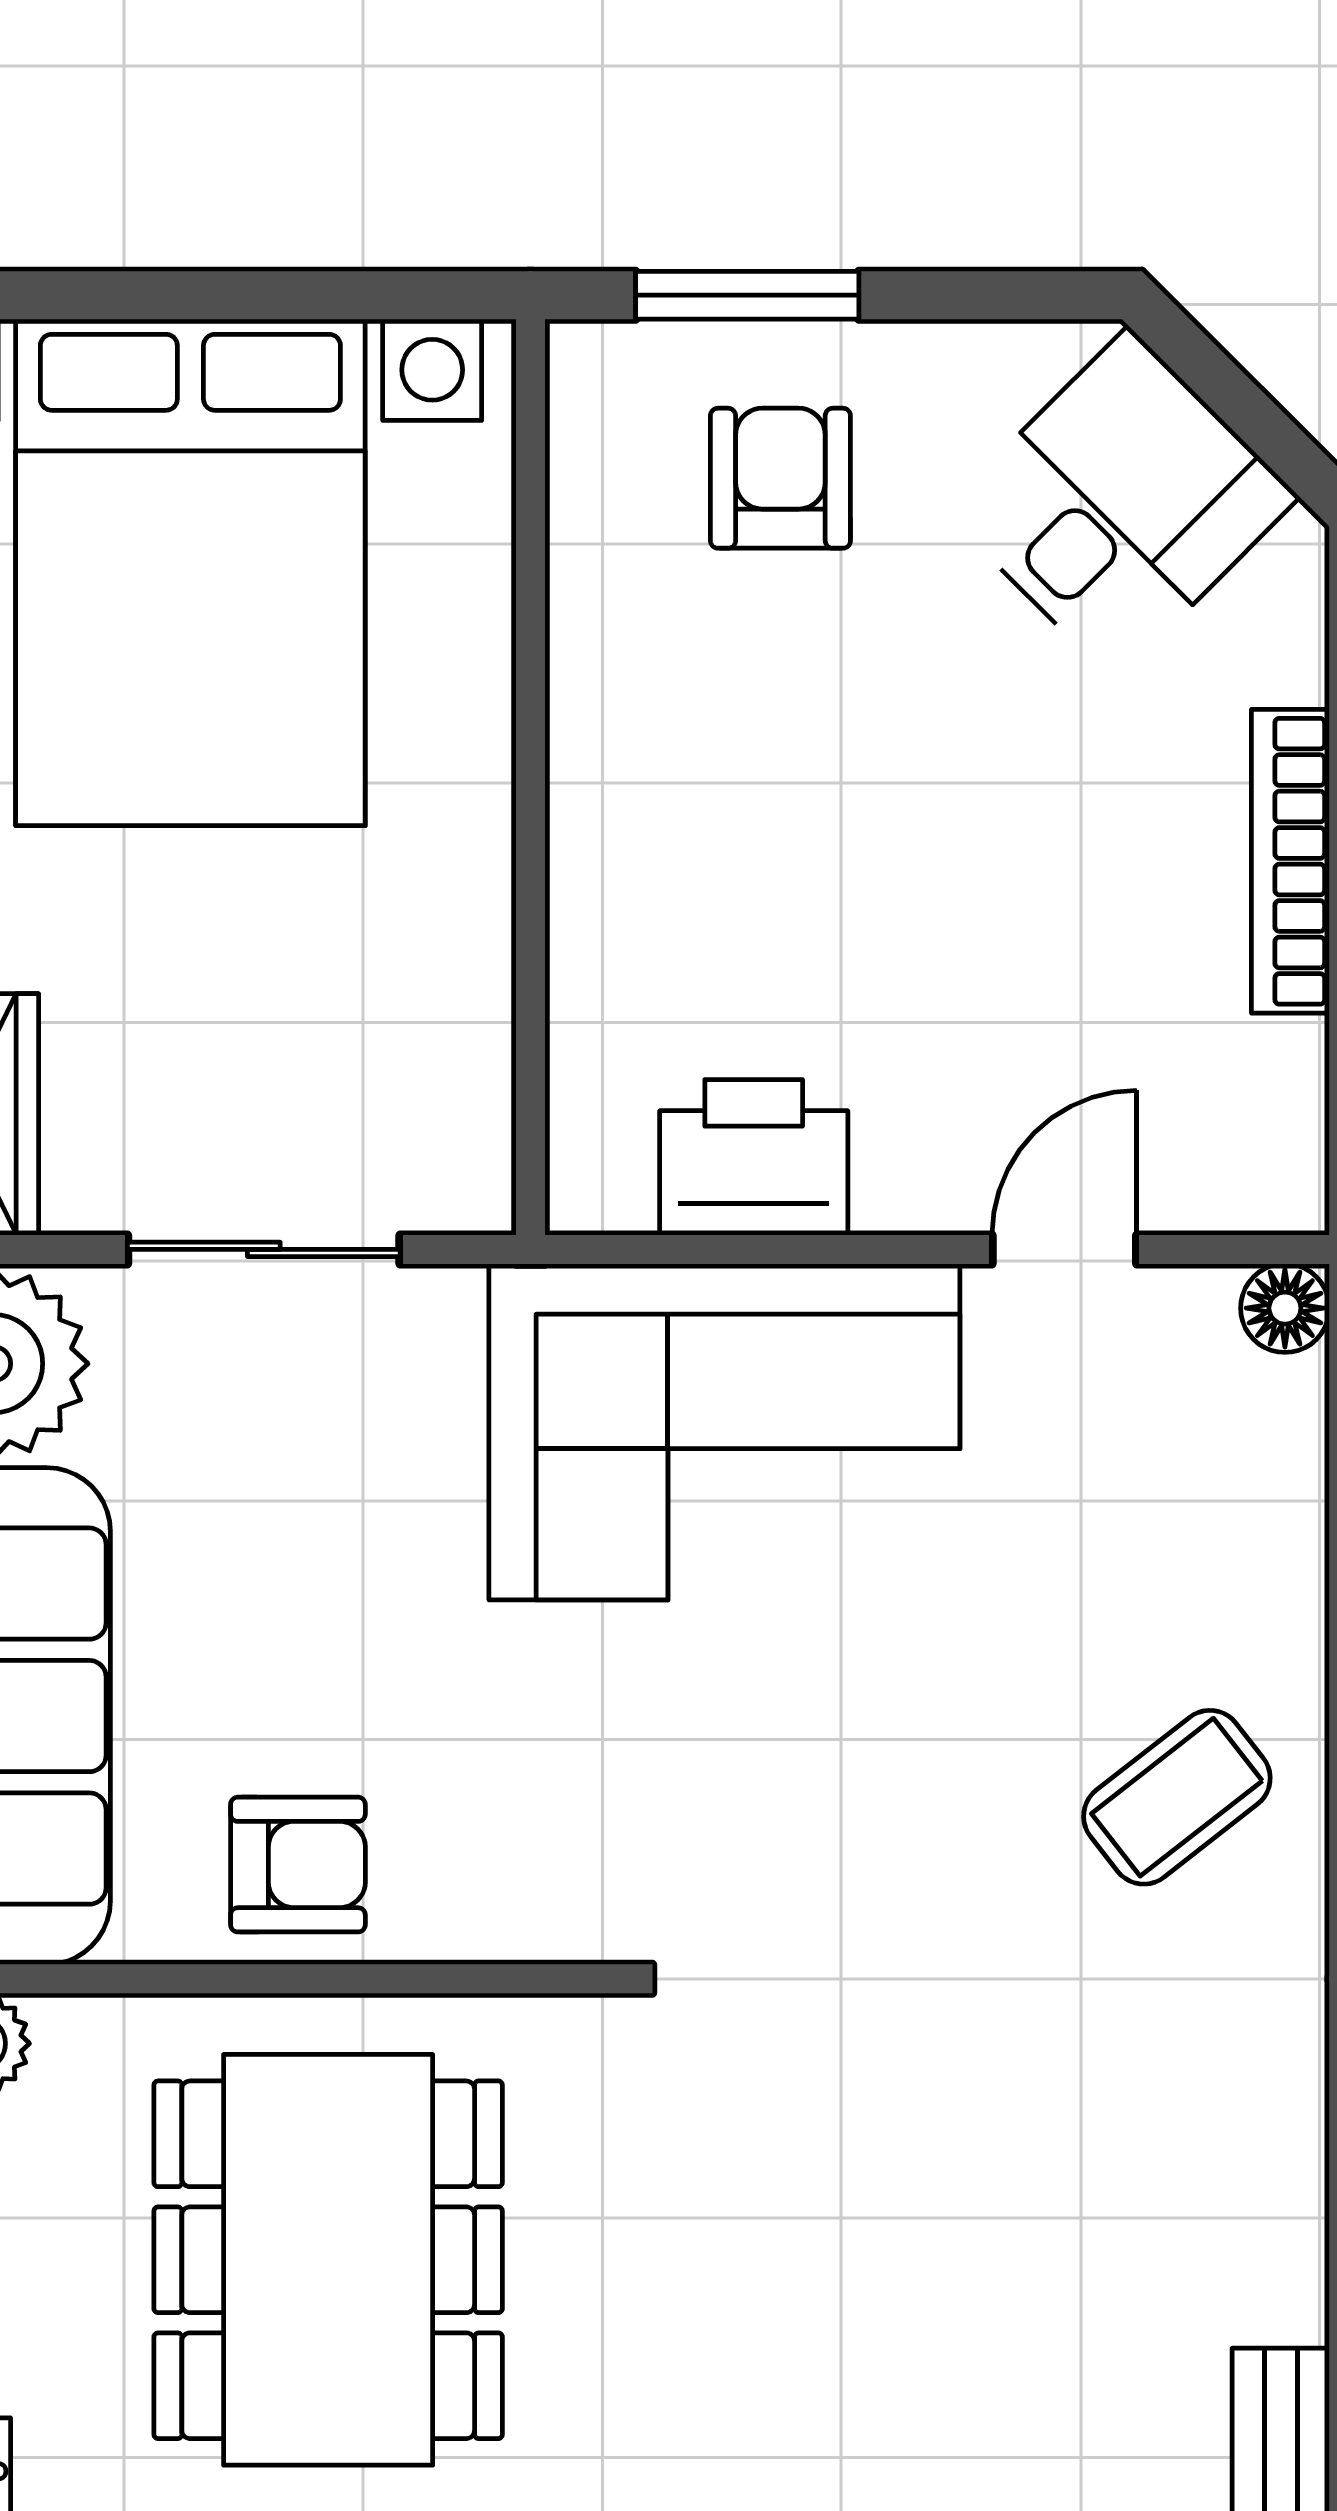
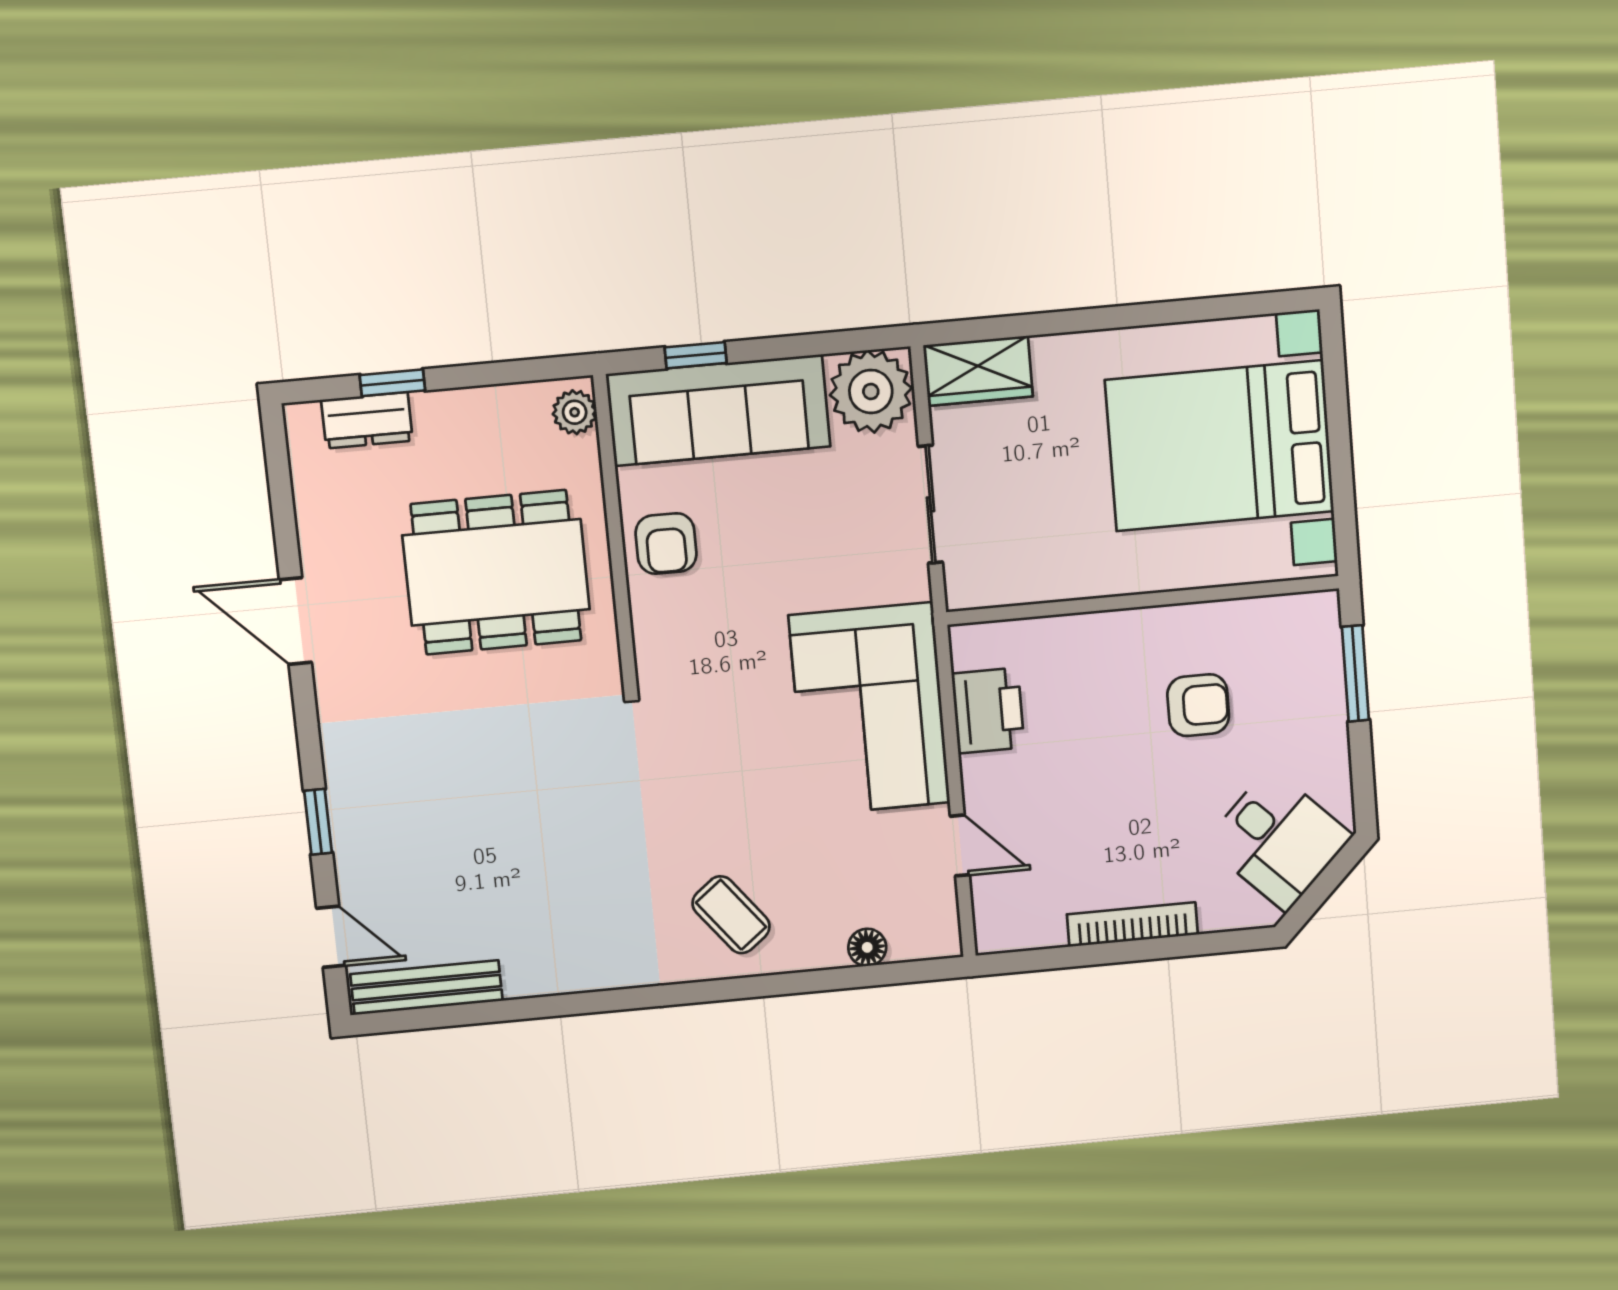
armchair: (780, 478) -> (1198, 705), moved
floor lamp: (1285, 1308) -> (867, 947), moved

